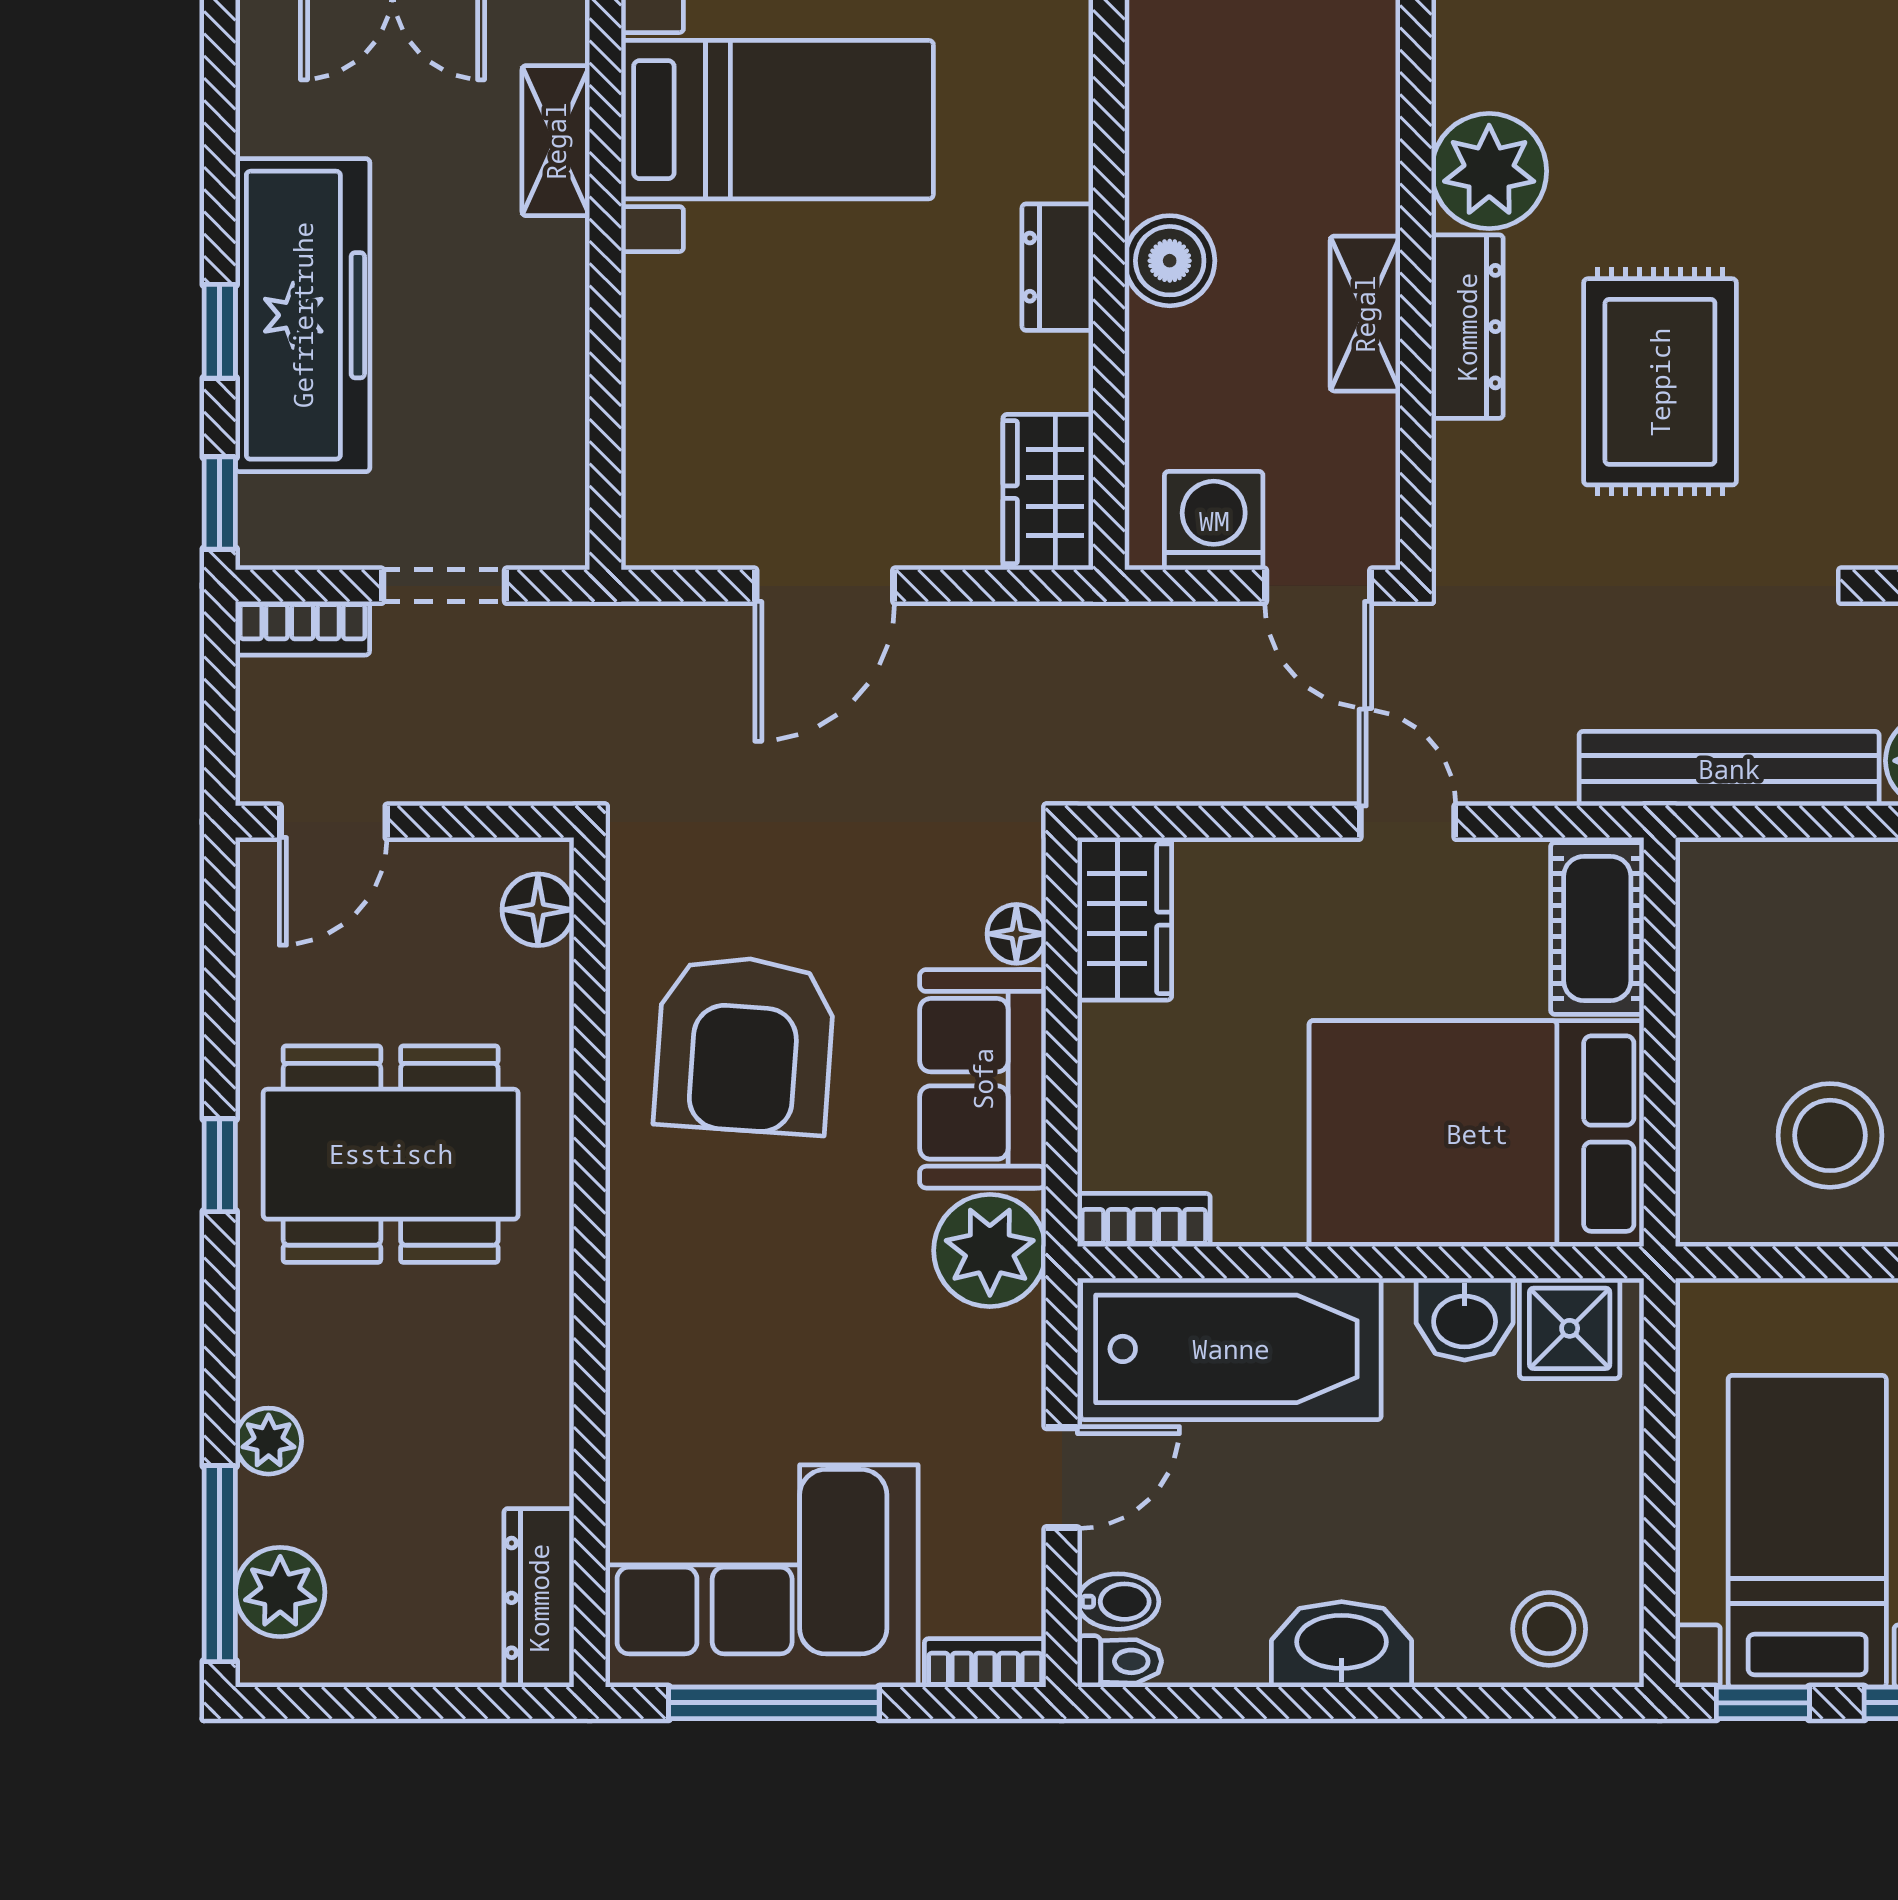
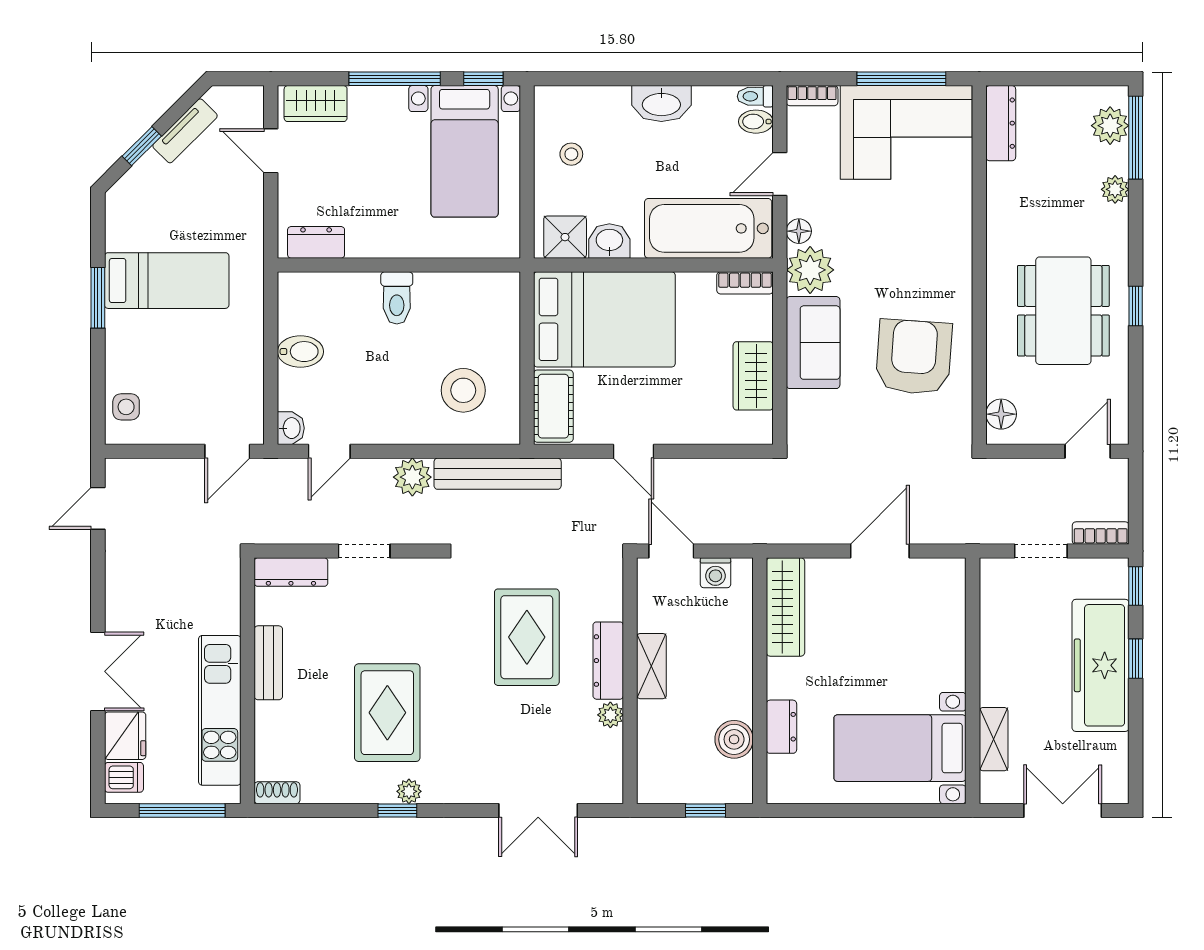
plant: (1489, 171) -> (610, 715), width x0.53, depth x0.53
boiler: (1170, 261) -> (734, 739), moved
dresser: (1058, 267) -> (781, 727), moved
wardrobe: (1048, 492) -> (785, 607), width x1.50
washing machine: (1214, 521) -> (715, 573), width x0.73, depth x0.73
wardrobe: (1125, 919) -> (753, 376), moved
floor lamp: (1016, 934) -> (799, 231), moved
stool: (1830, 1135) -> (463, 390), moved
dining table: (391, 1154) -> (1063, 311), turned 90
stool: (1549, 1629) -> (571, 154), moved, width x0.73, depth x0.73

